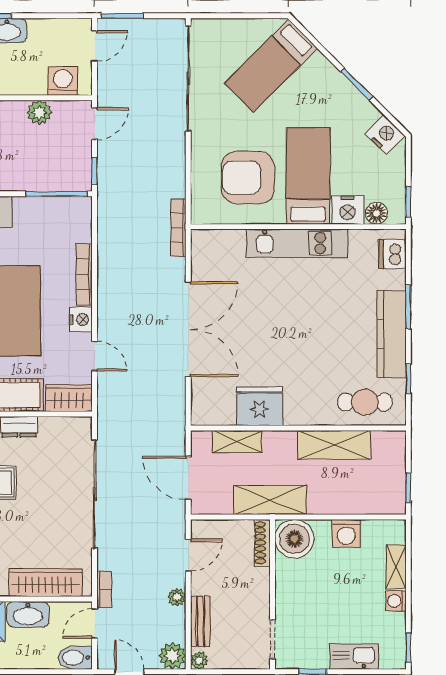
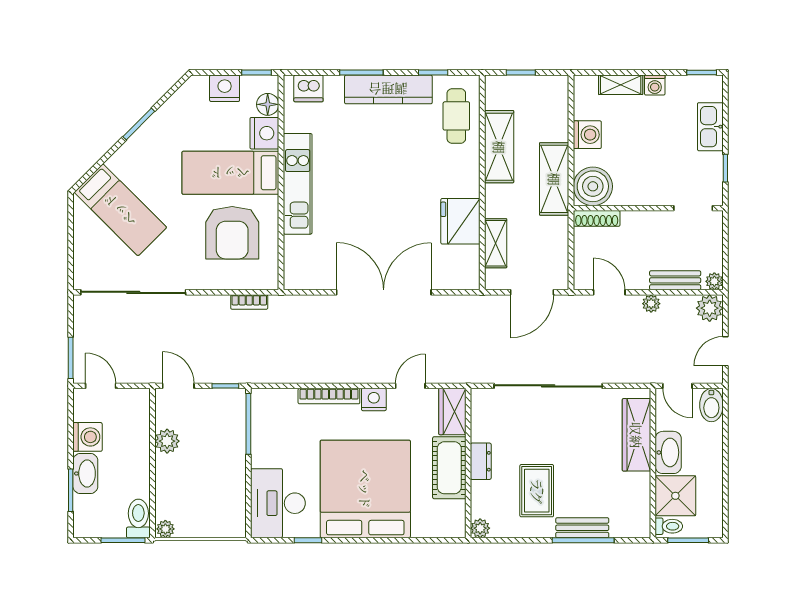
washing machine: (63, 81) -> (88, 437), moved, turned 180
nightstand: (385, 135) -> (225, 88), moved, turned 45
bookcase: (178, 228) -> (249, 302), moved, width x0.64
window: (408, 488) -> (521, 73), moved
shelving: (270, 500) -> (554, 179), moved
bookcase: (104, 589) -> (643, 376), removed

